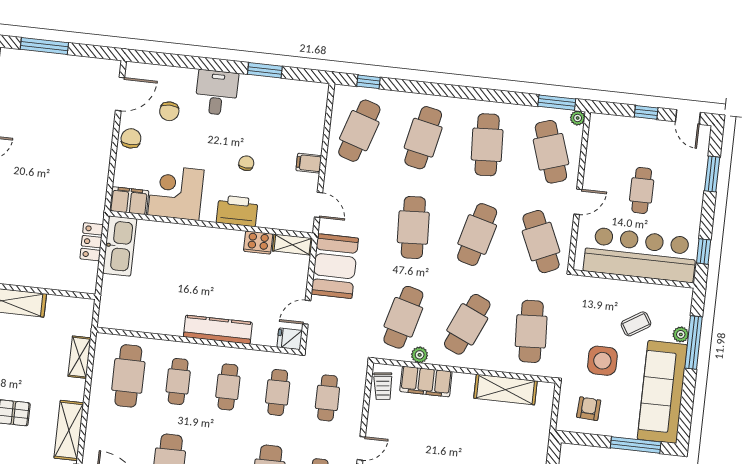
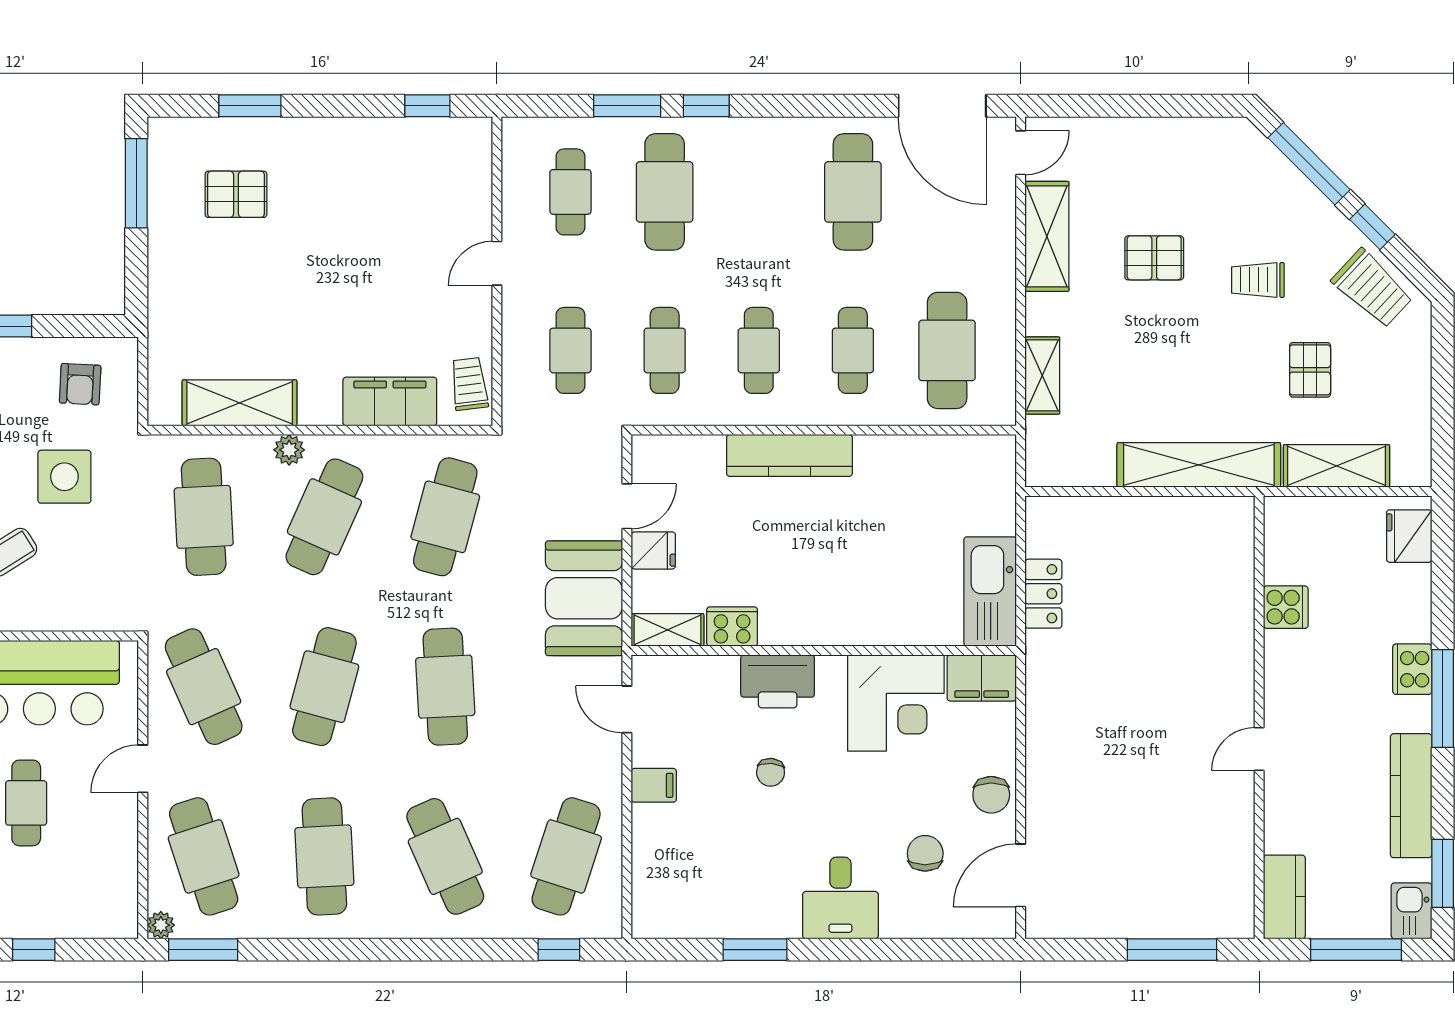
cafe table: (423, 138) -> (445, 856), turned -36
fridge: (290, 339) -> (653, 550), moved
plant: (420, 355) -> (289, 450), moved

